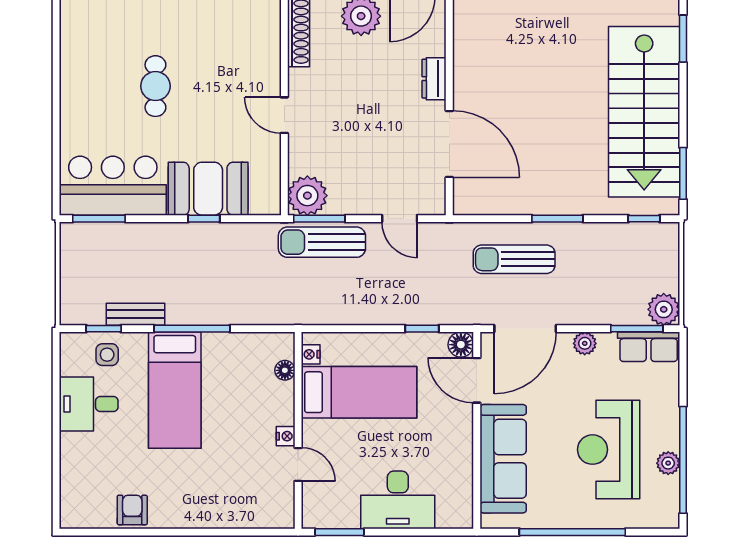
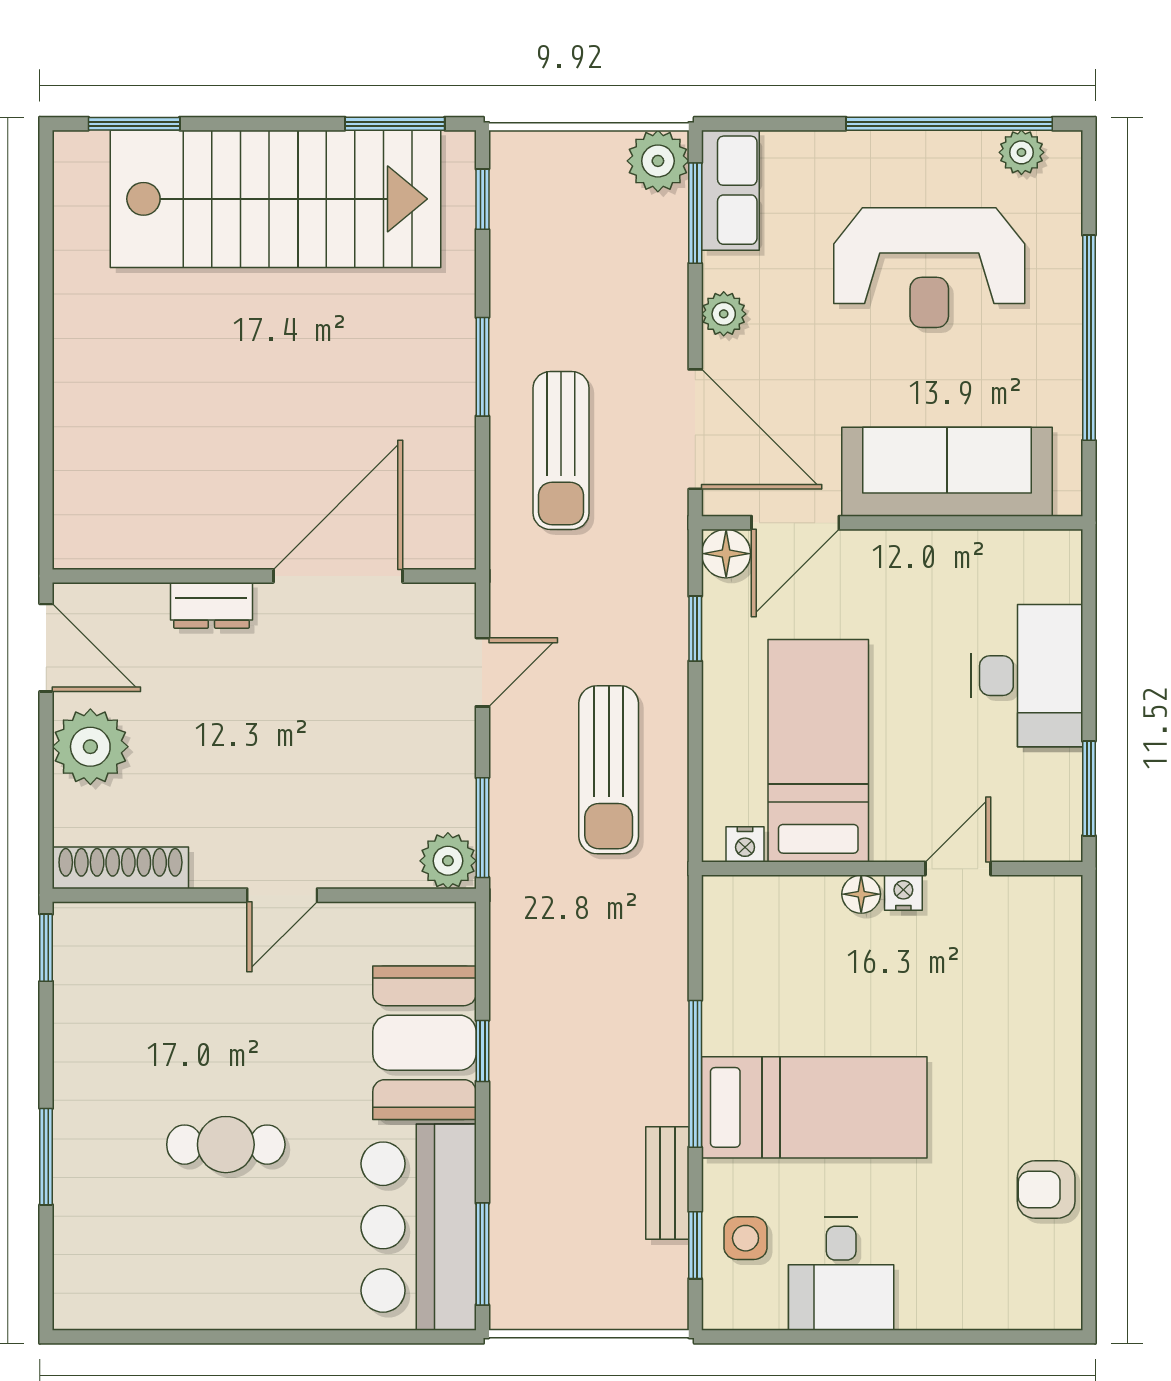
plant: (307, 196) -> (448, 861), width x0.73, depth x0.73
sun lounger: (322, 242) -> (609, 770), moved
floor lamp: (285, 370) -> (861, 894), moved
plant: (668, 463) -> (1021, 152), moved

